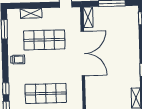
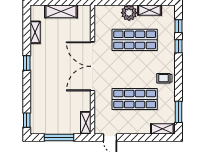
shelving: (31, 13) -> (162, 129), moved
double door: (83, 53) -> (92, 66), moved

